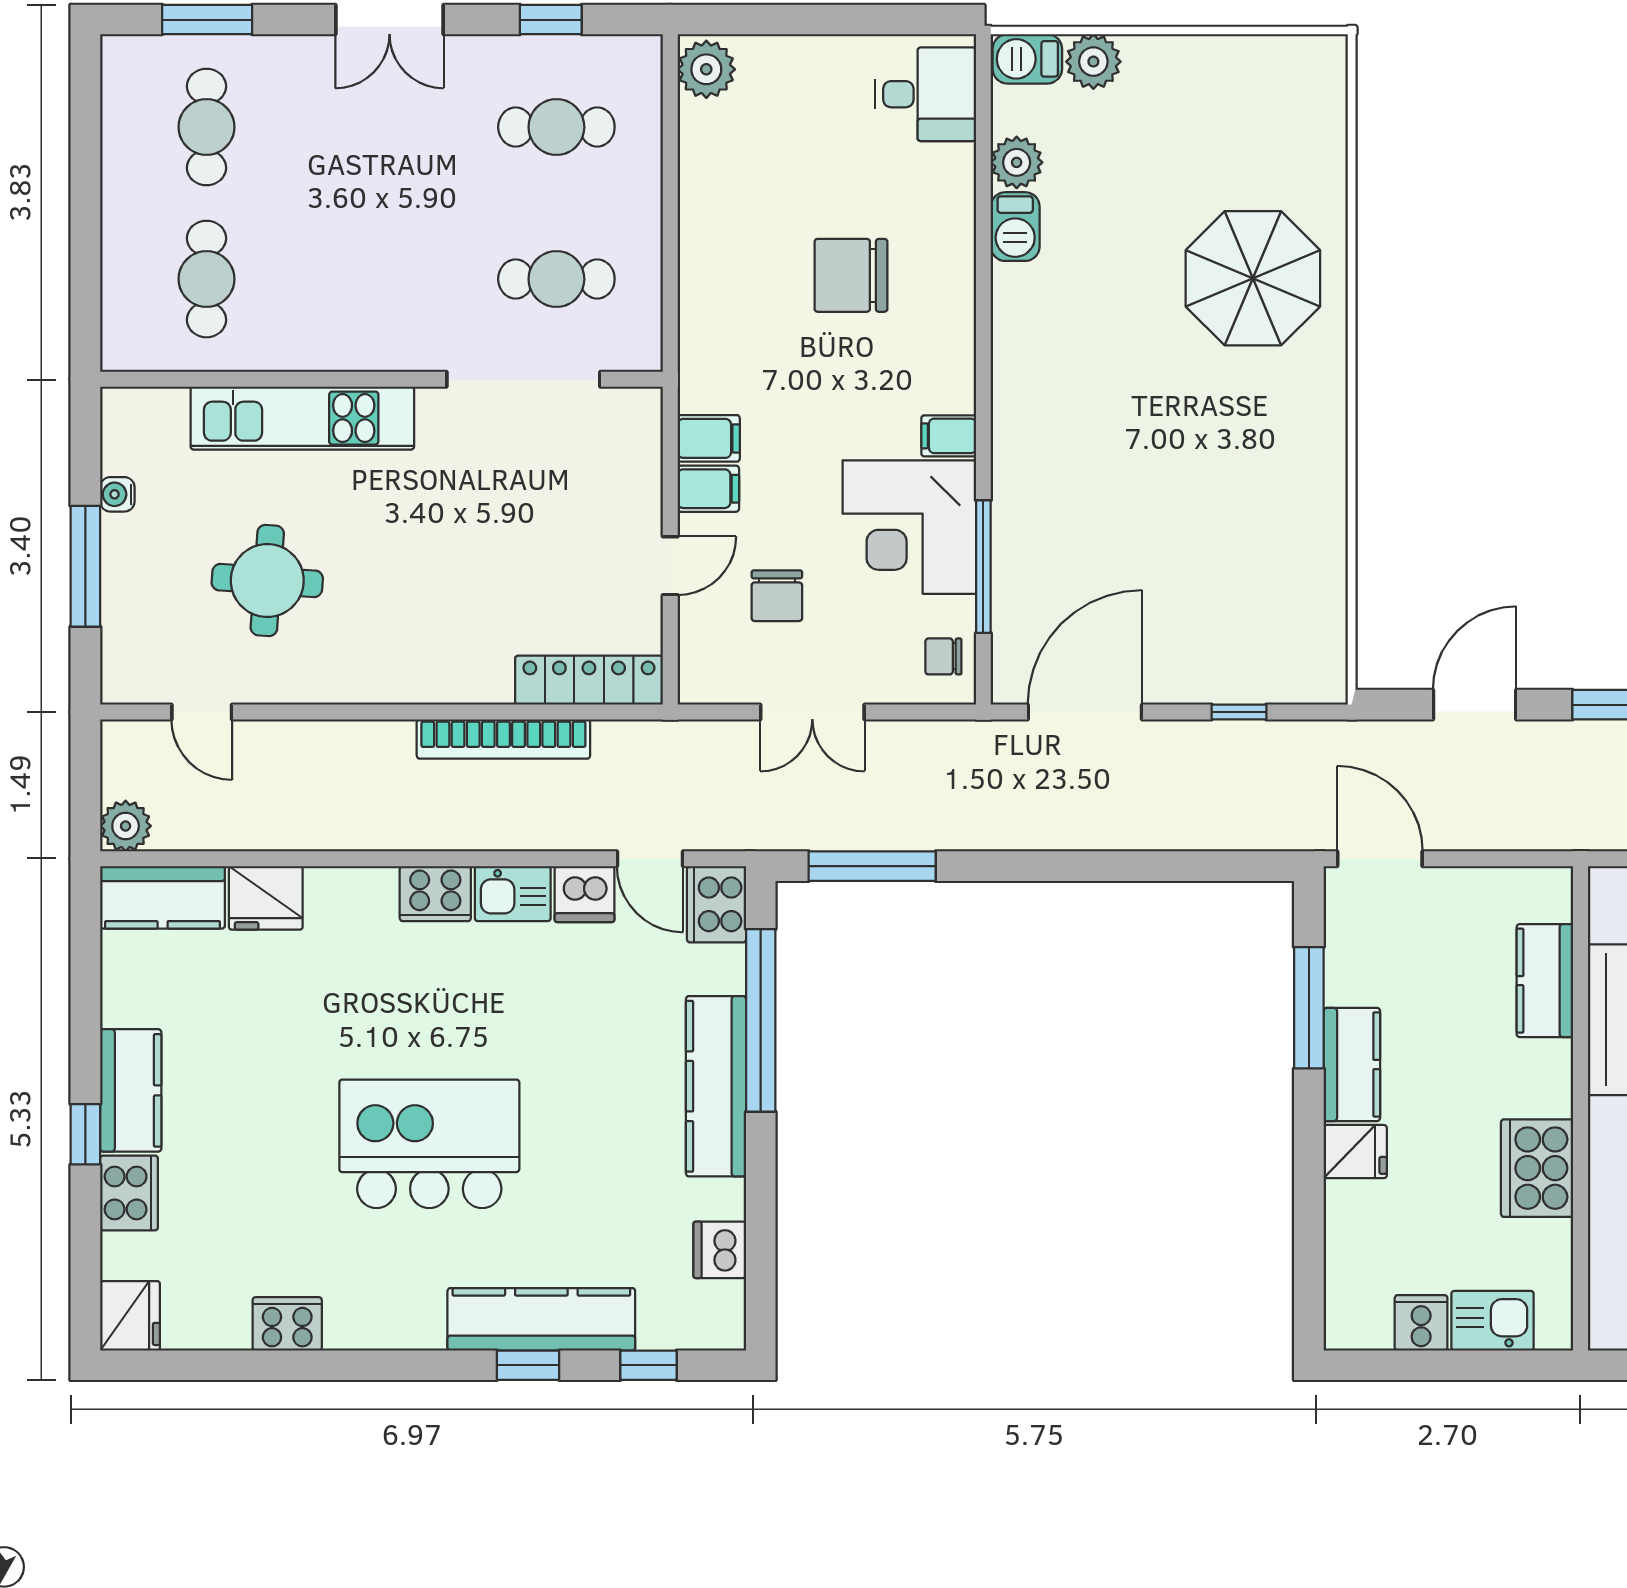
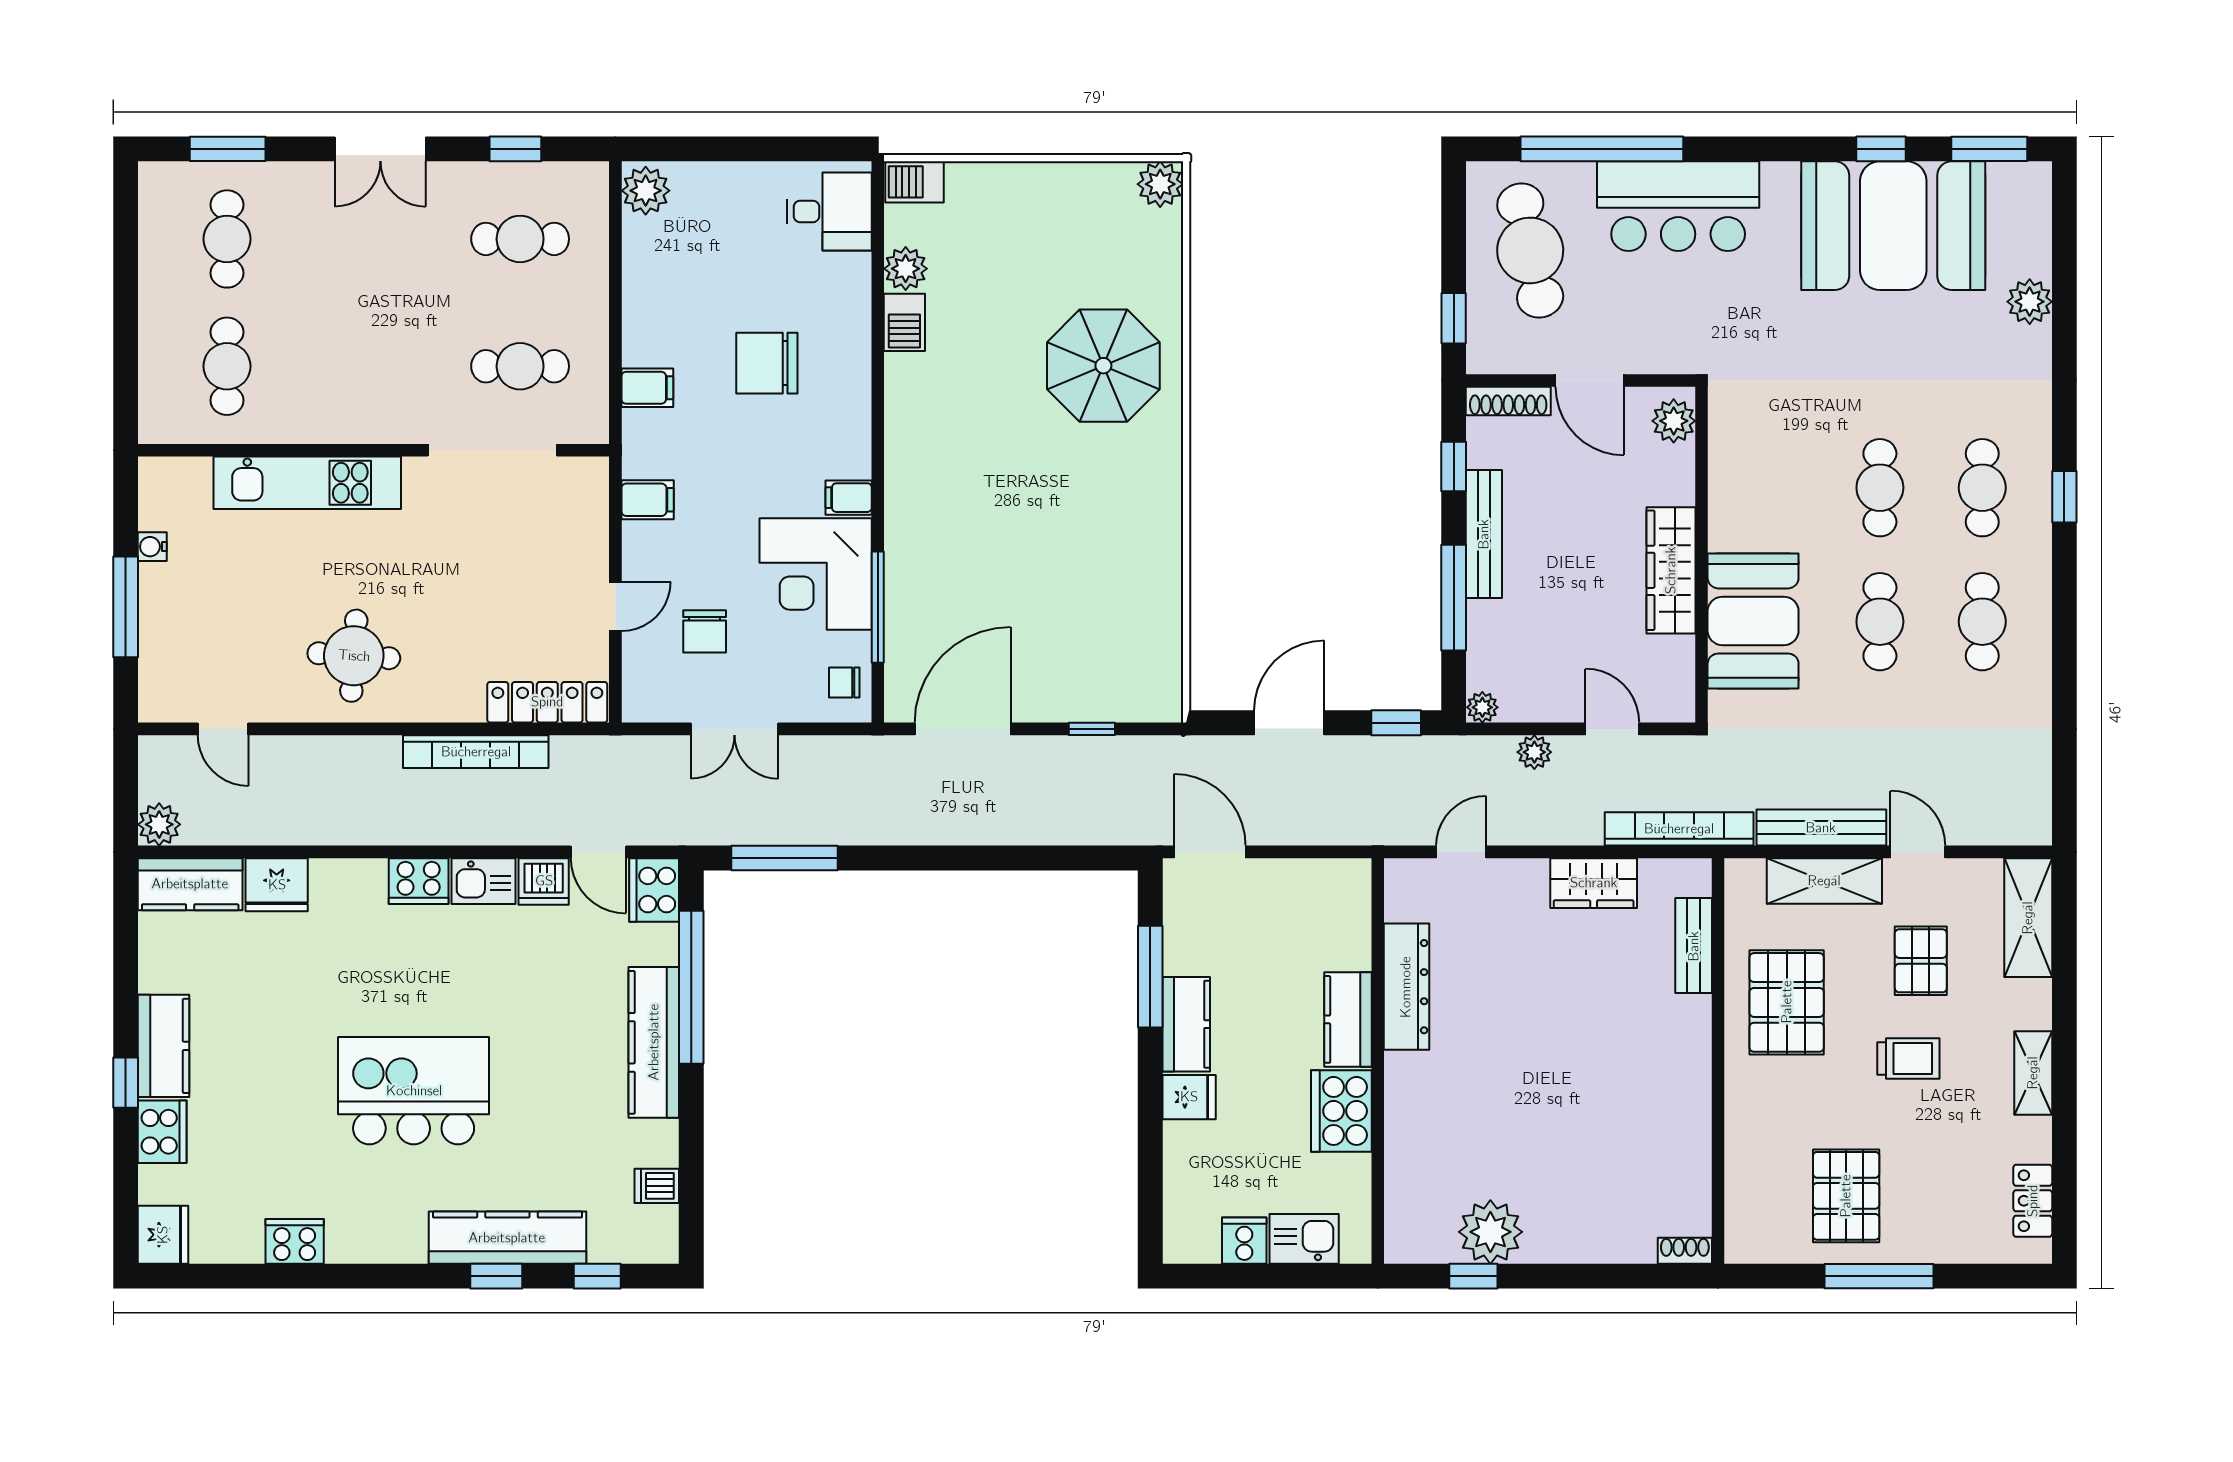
plant: (1093, 62) -> (1160, 184), moved
filing cabinet: (708, 489) -> (647, 388), moved
round table: (267, 581) -> (354, 656), moved
kitchen counter: (1545, 981) -> (1348, 1019), moved
dishwasher: (720, 1250) -> (657, 1186), width x0.73

